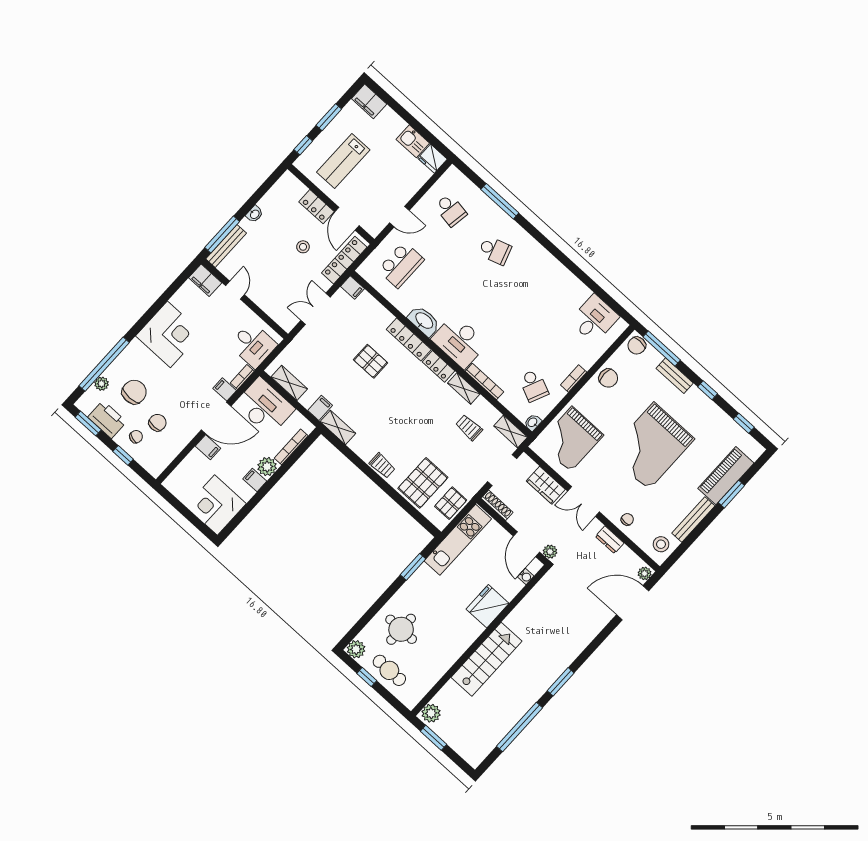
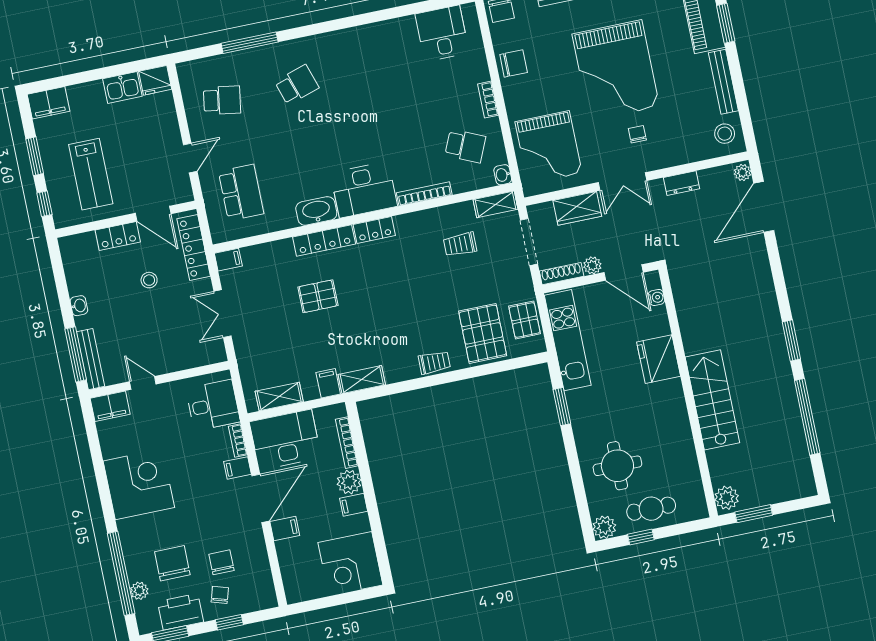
shelving: (464, 388) -> (416, 221), removed
chair: (627, 519) -> (637, 134), moved
plant: (550, 552) -> (592, 265), moved

